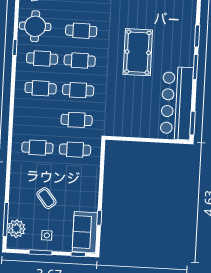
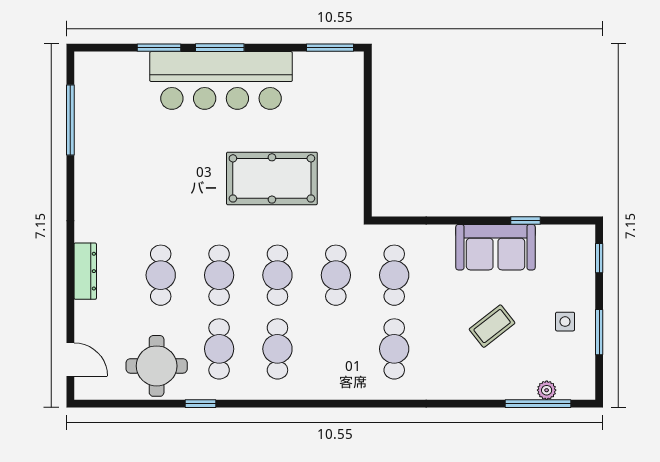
pool table: (138, 52) -> (272, 178), moved
bar counter: (177, 103) -> (221, 80), moved
plant: (16, 229) -> (547, 390), width x0.53, depth x0.53
sofa: (85, 232) -> (496, 247), moved

